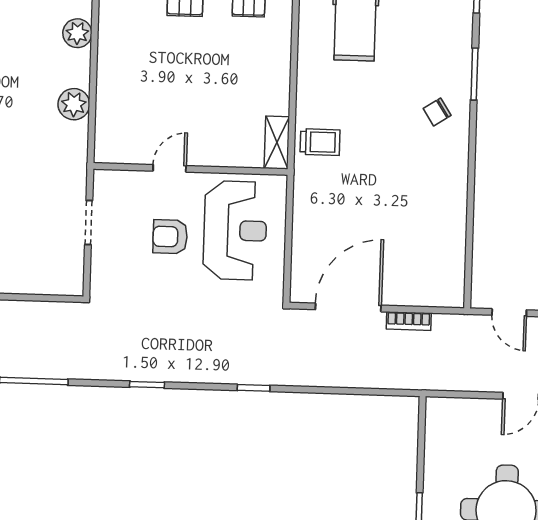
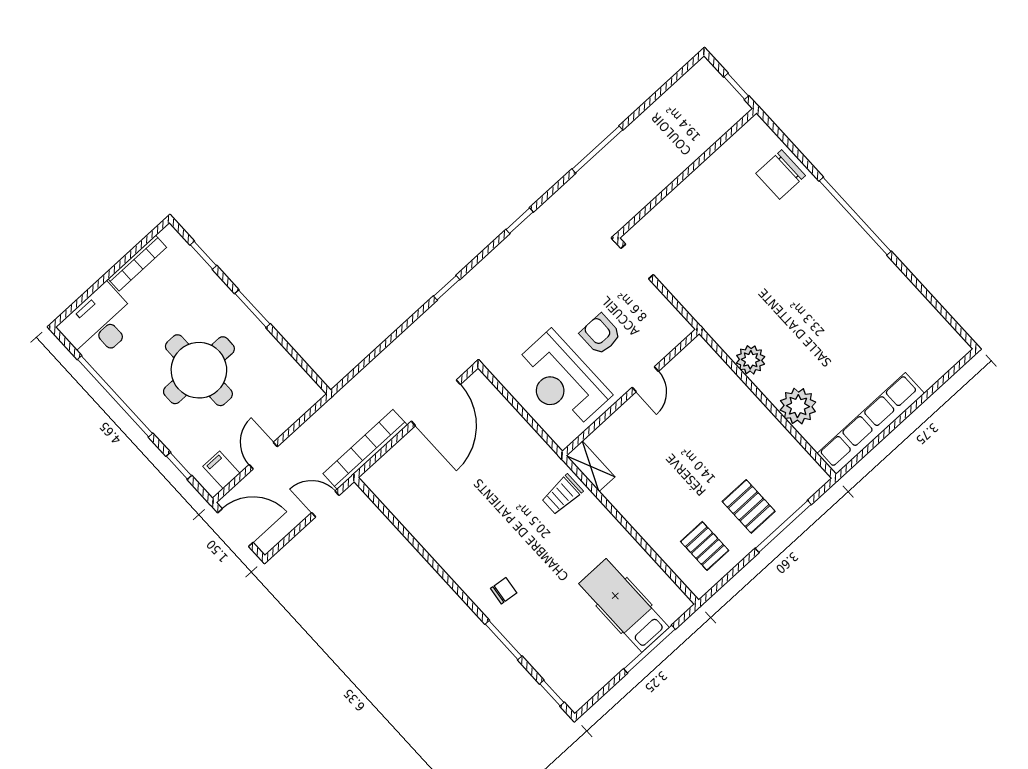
plant: (77, 33) -> (798, 406), width x1.36, depth x1.36
chair: (437, 112) -> (504, 591), turned 40
doorway: (89, 223) -> (637, 262), moved
armchair: (170, 237) -> (600, 334), turned -90
bookcase: (409, 321) -> (365, 449), width x2.31, depth x1.31

